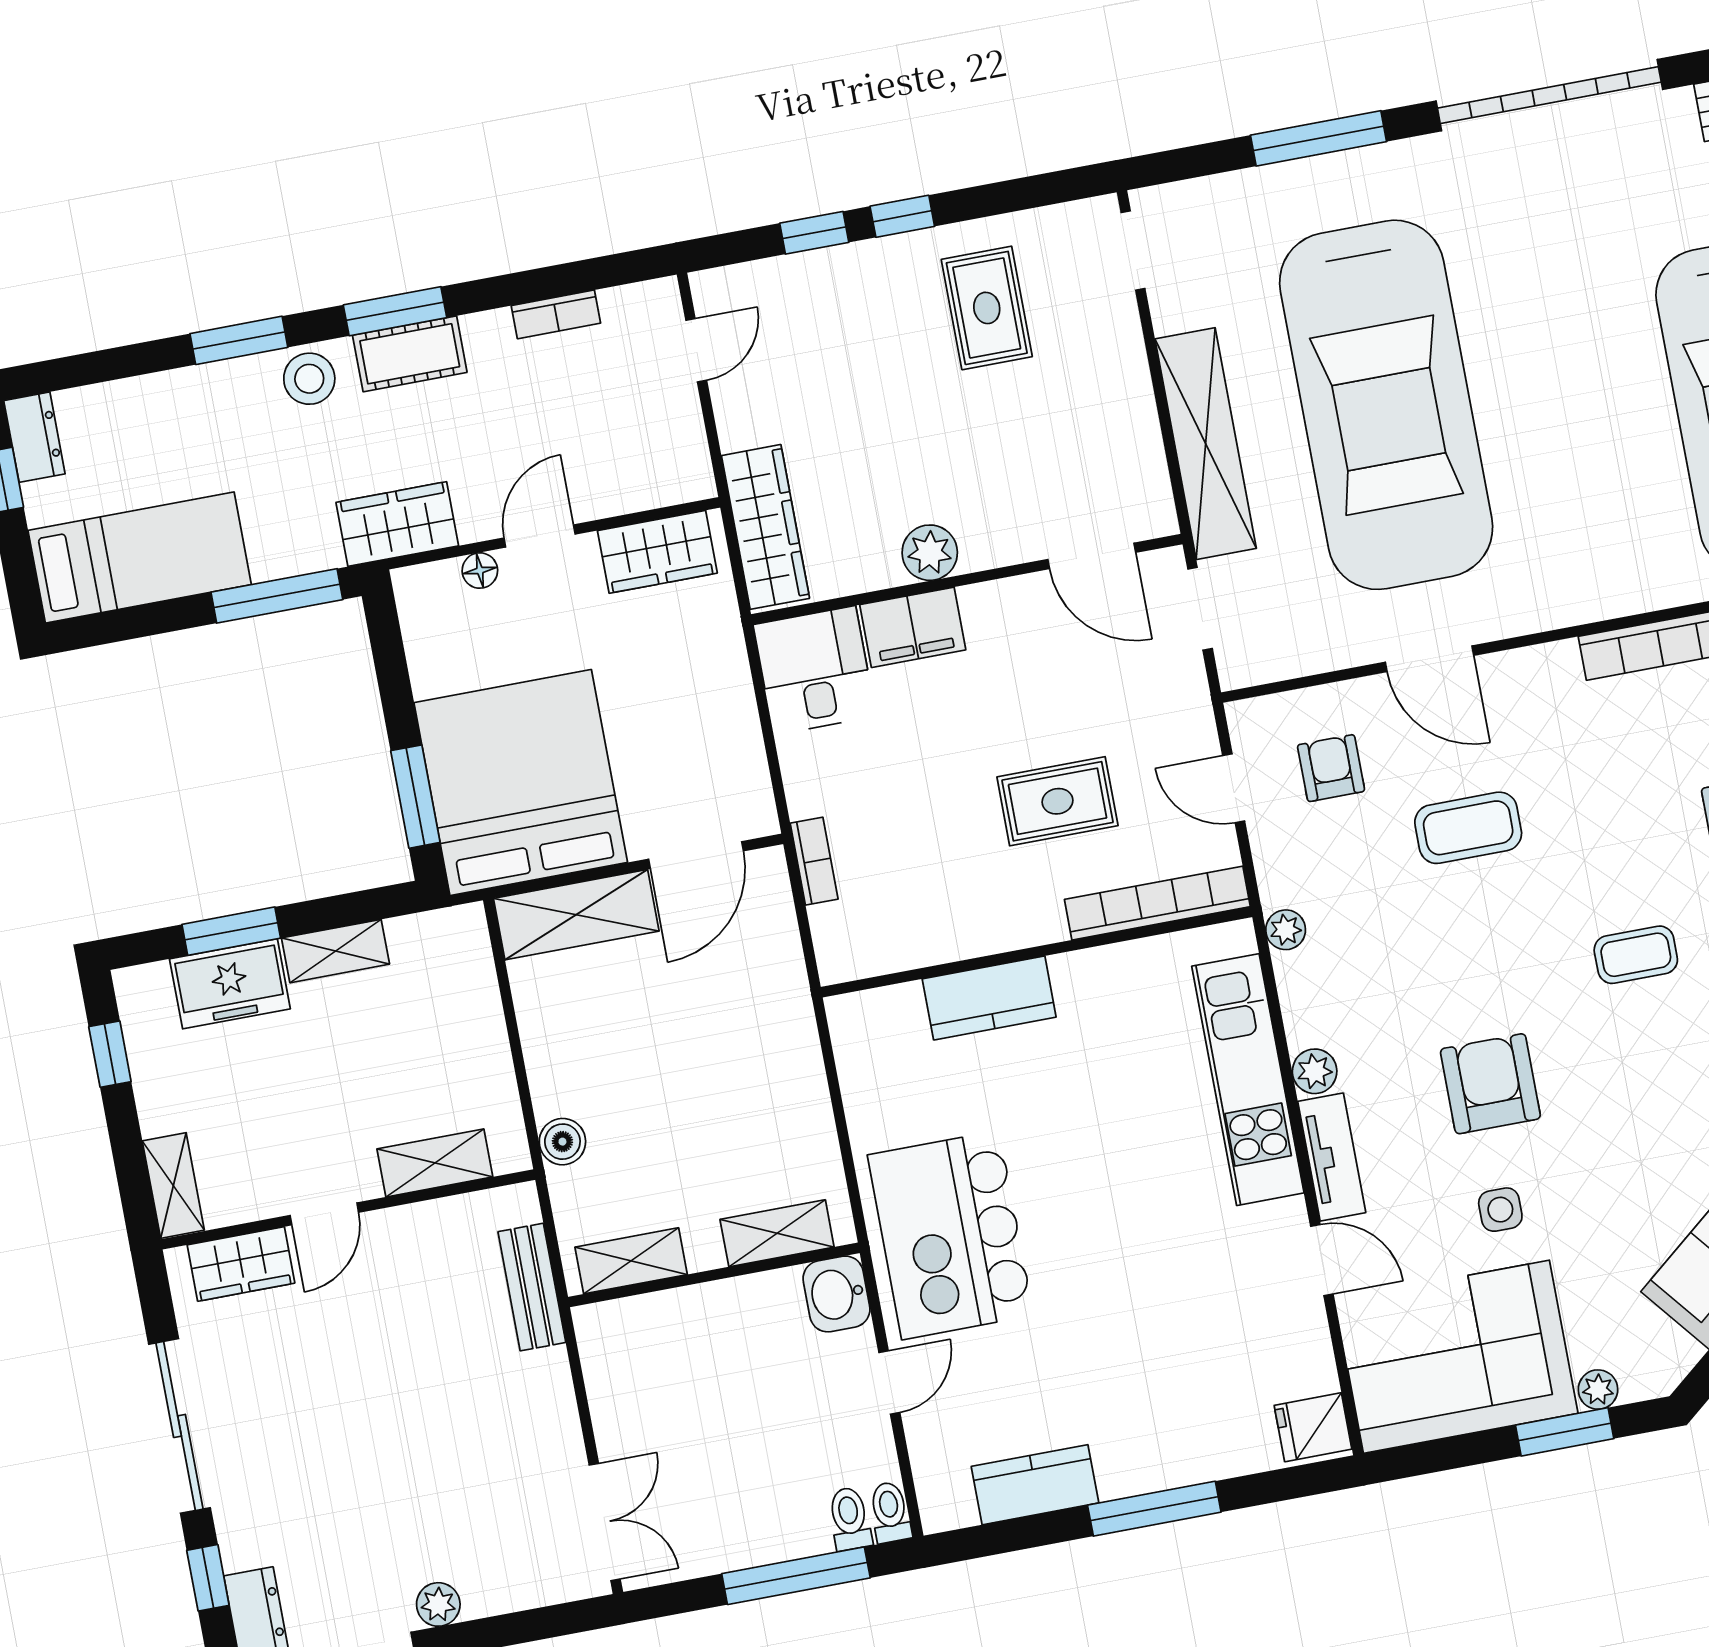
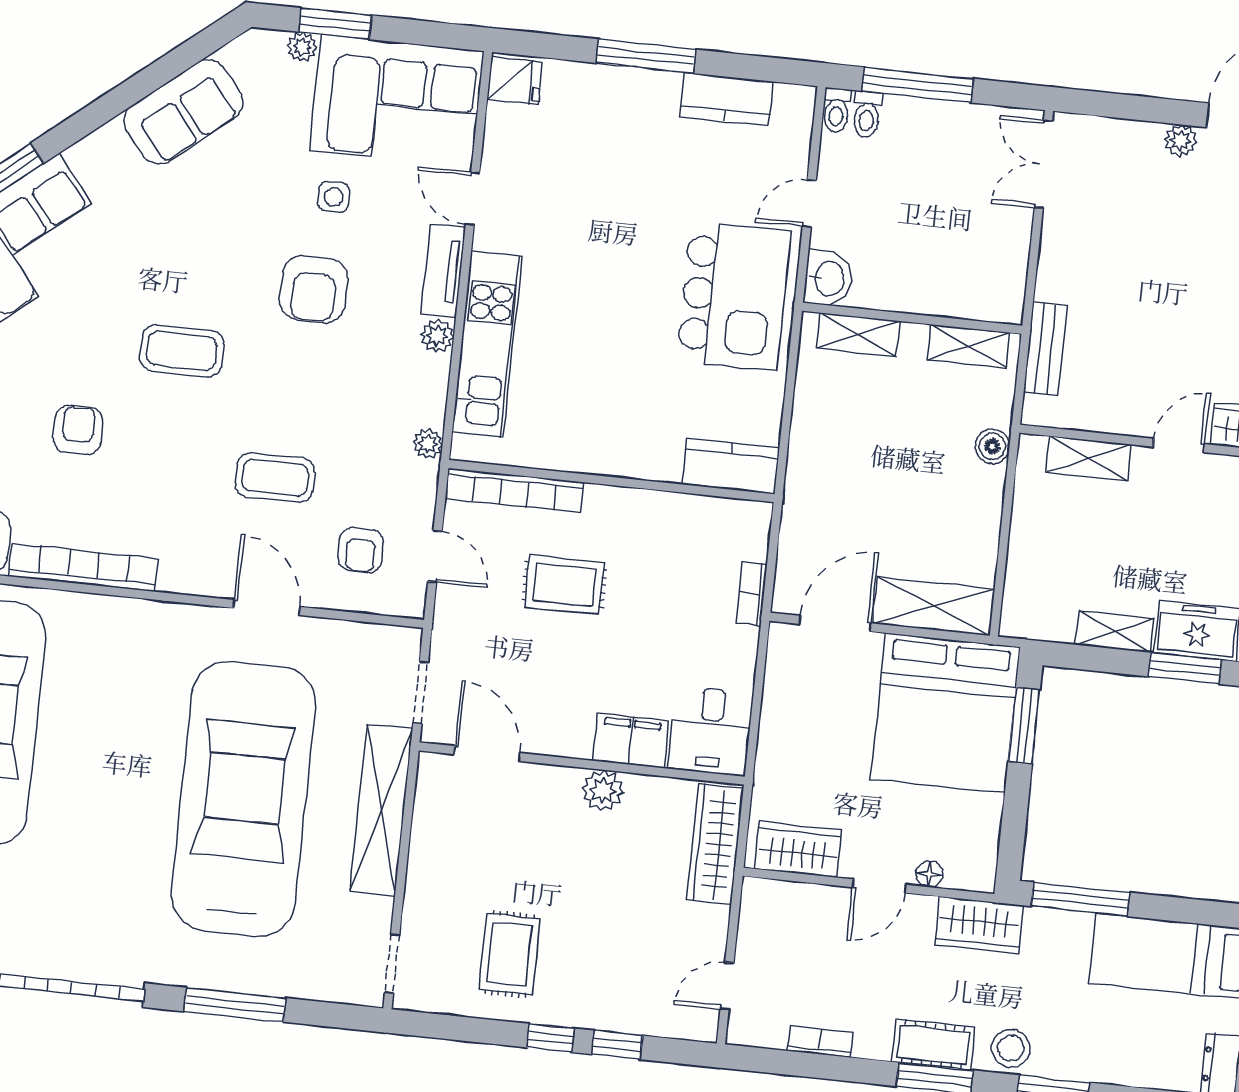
coffee table: (1636, 955) -> (182, 351), width x1.36, depth x1.30
kitchen counter: (989, 998) -> (731, 466), moved

